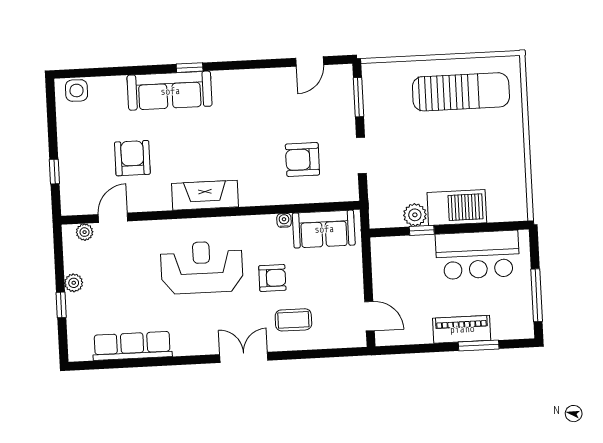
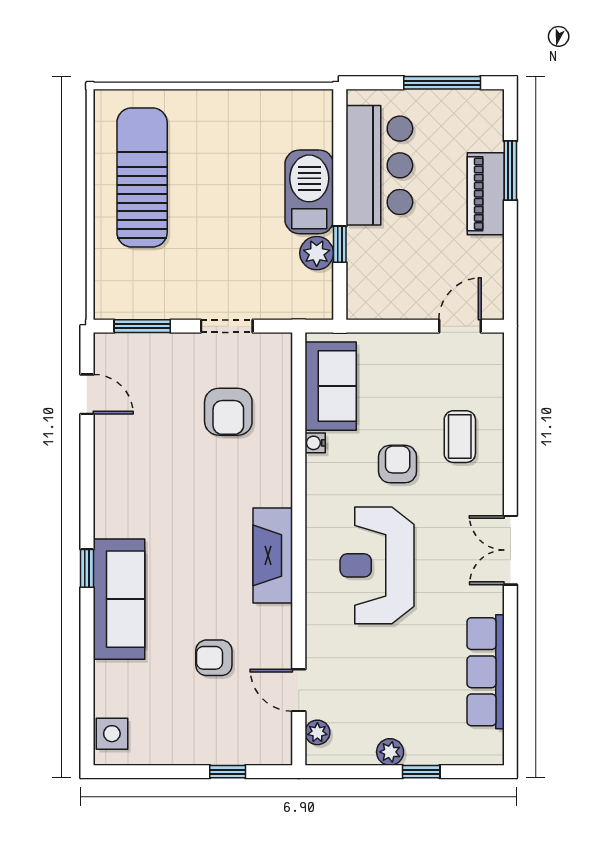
armchair: (132, 158) -> (214, 658), width x0.72, depth x0.72
double door: (244, 357) -> (510, 550), moved

